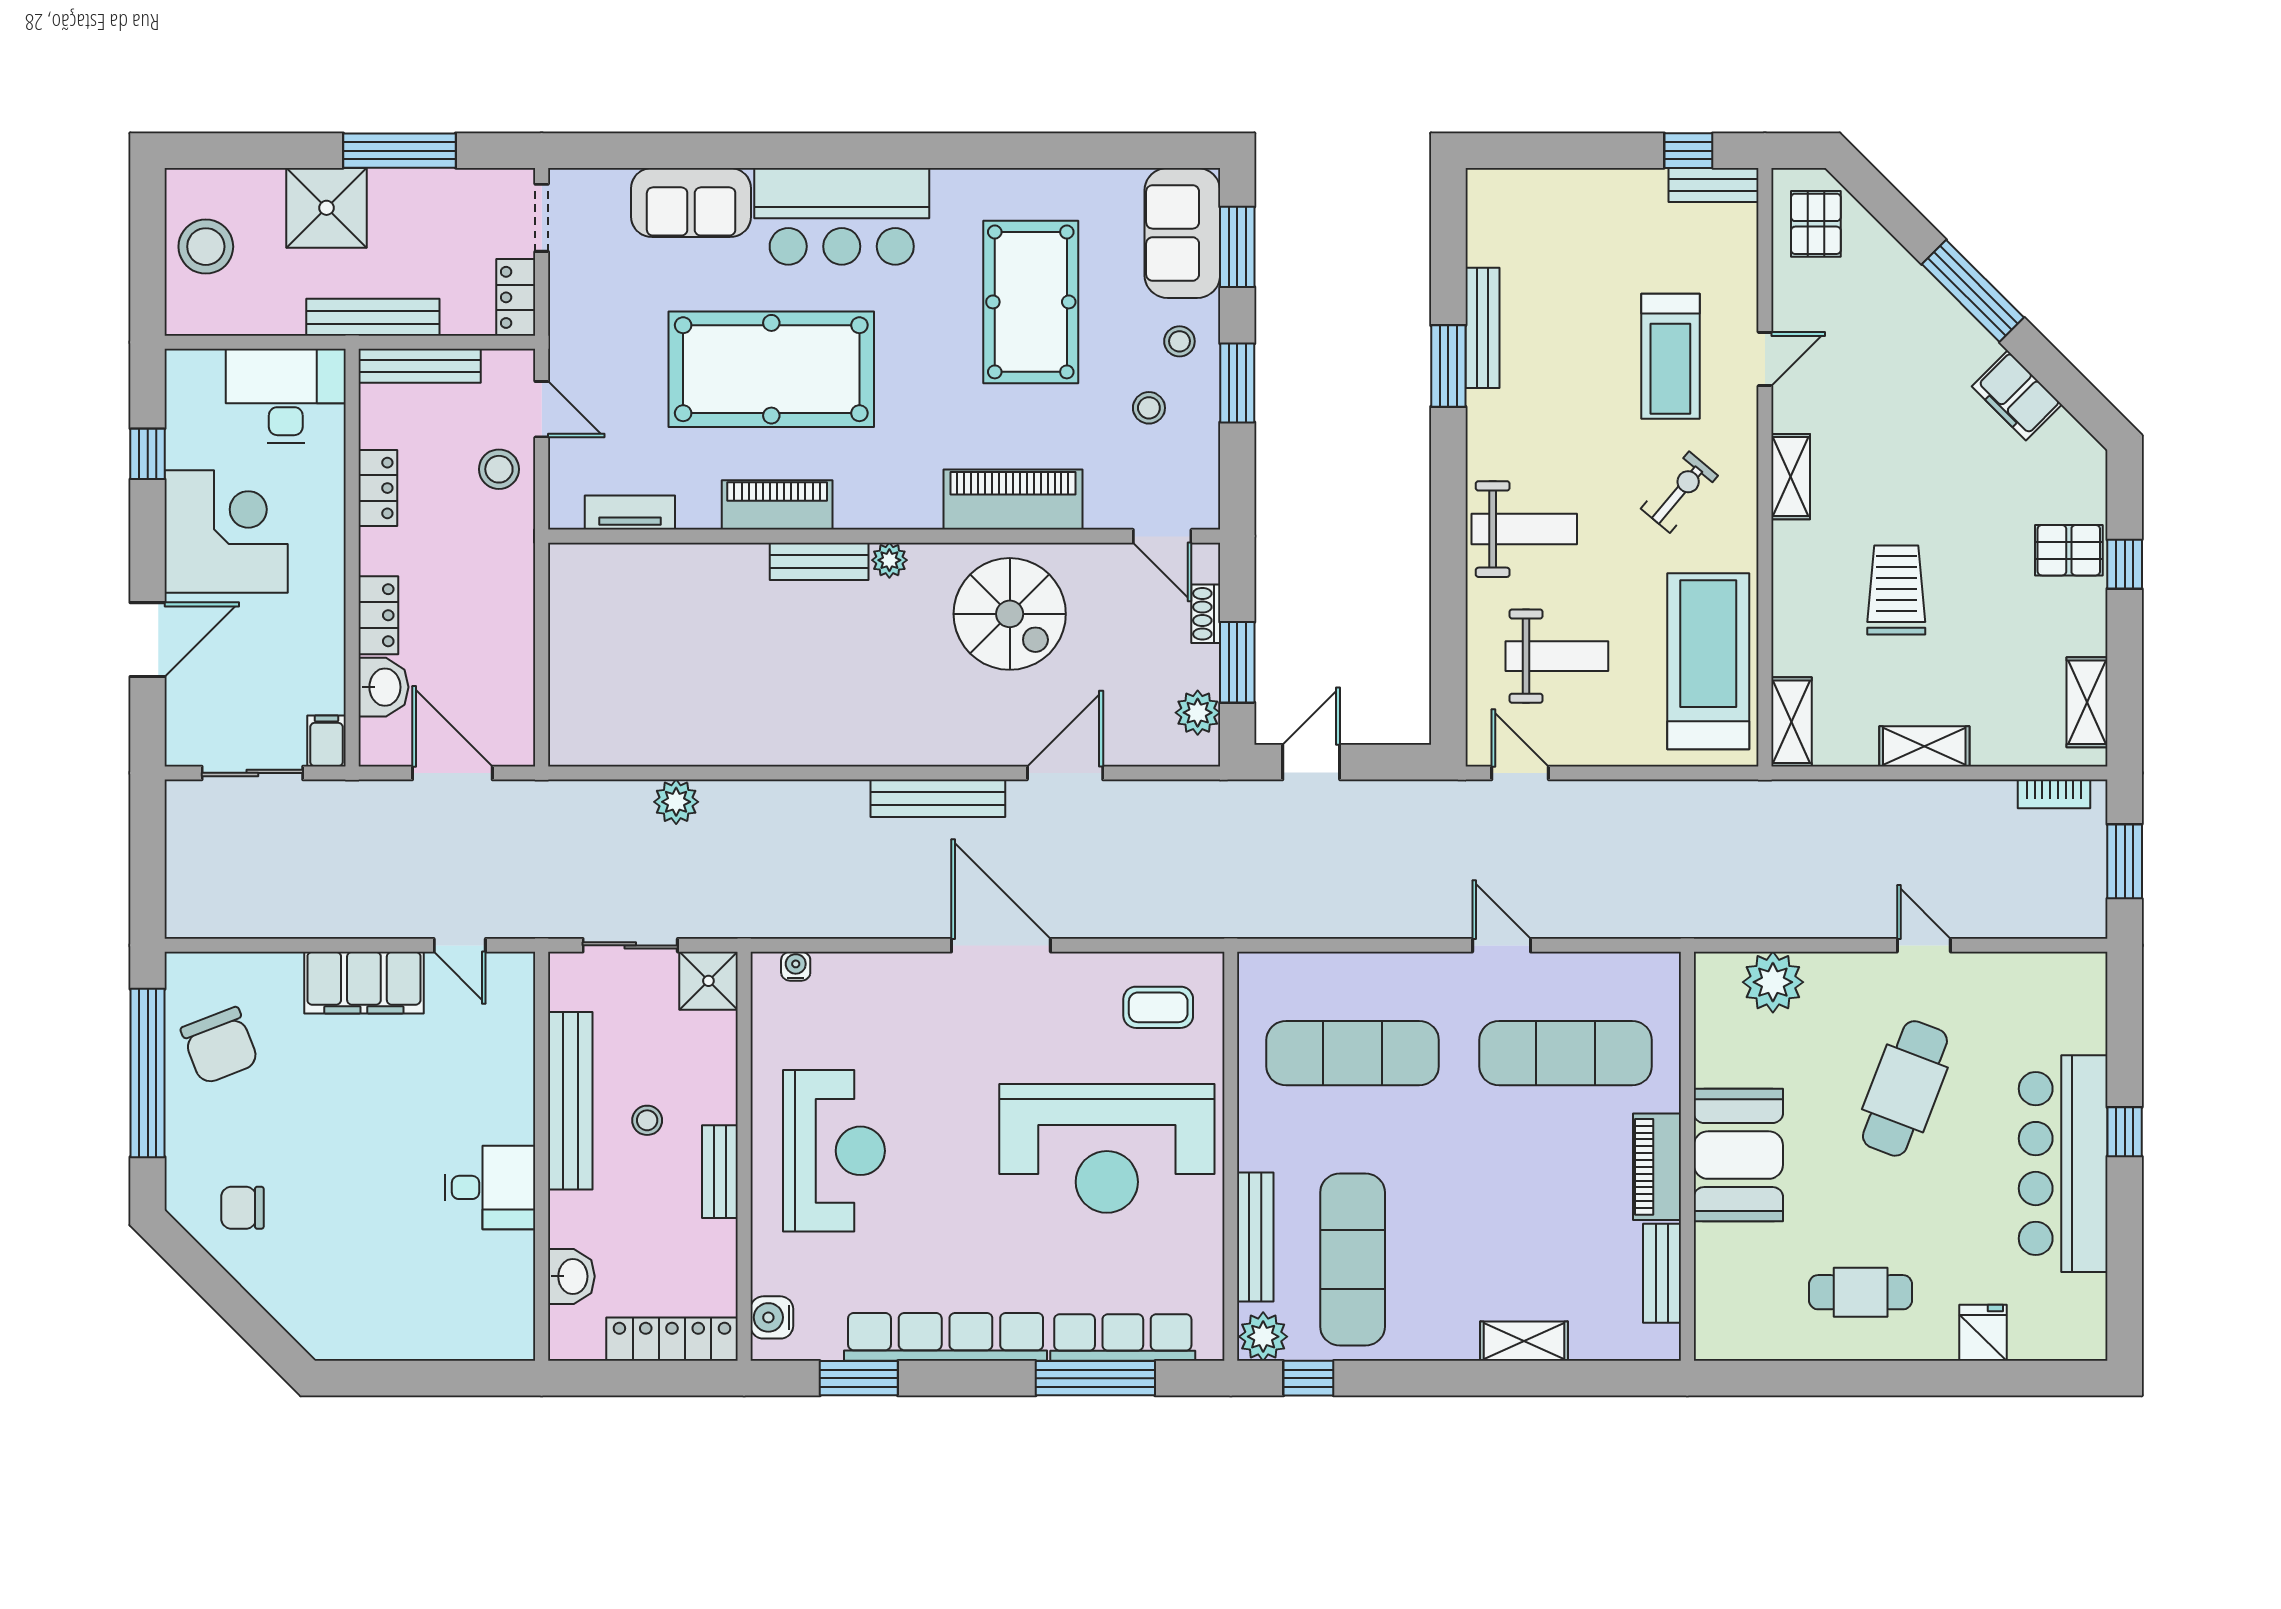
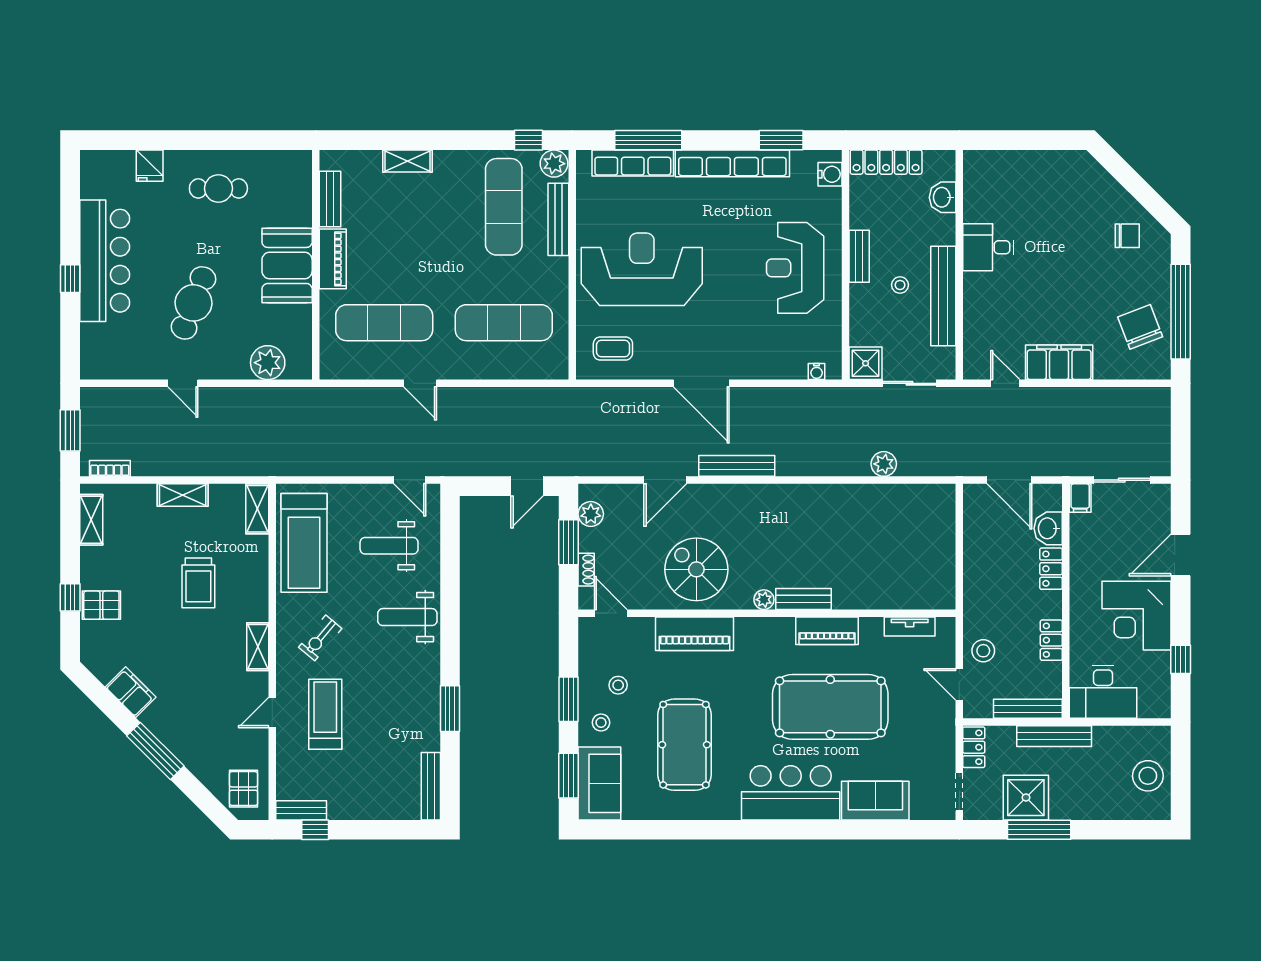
shower: (326, 208) -> (1026, 798), moved
bench: (1482, 328) -> (431, 786), moved

